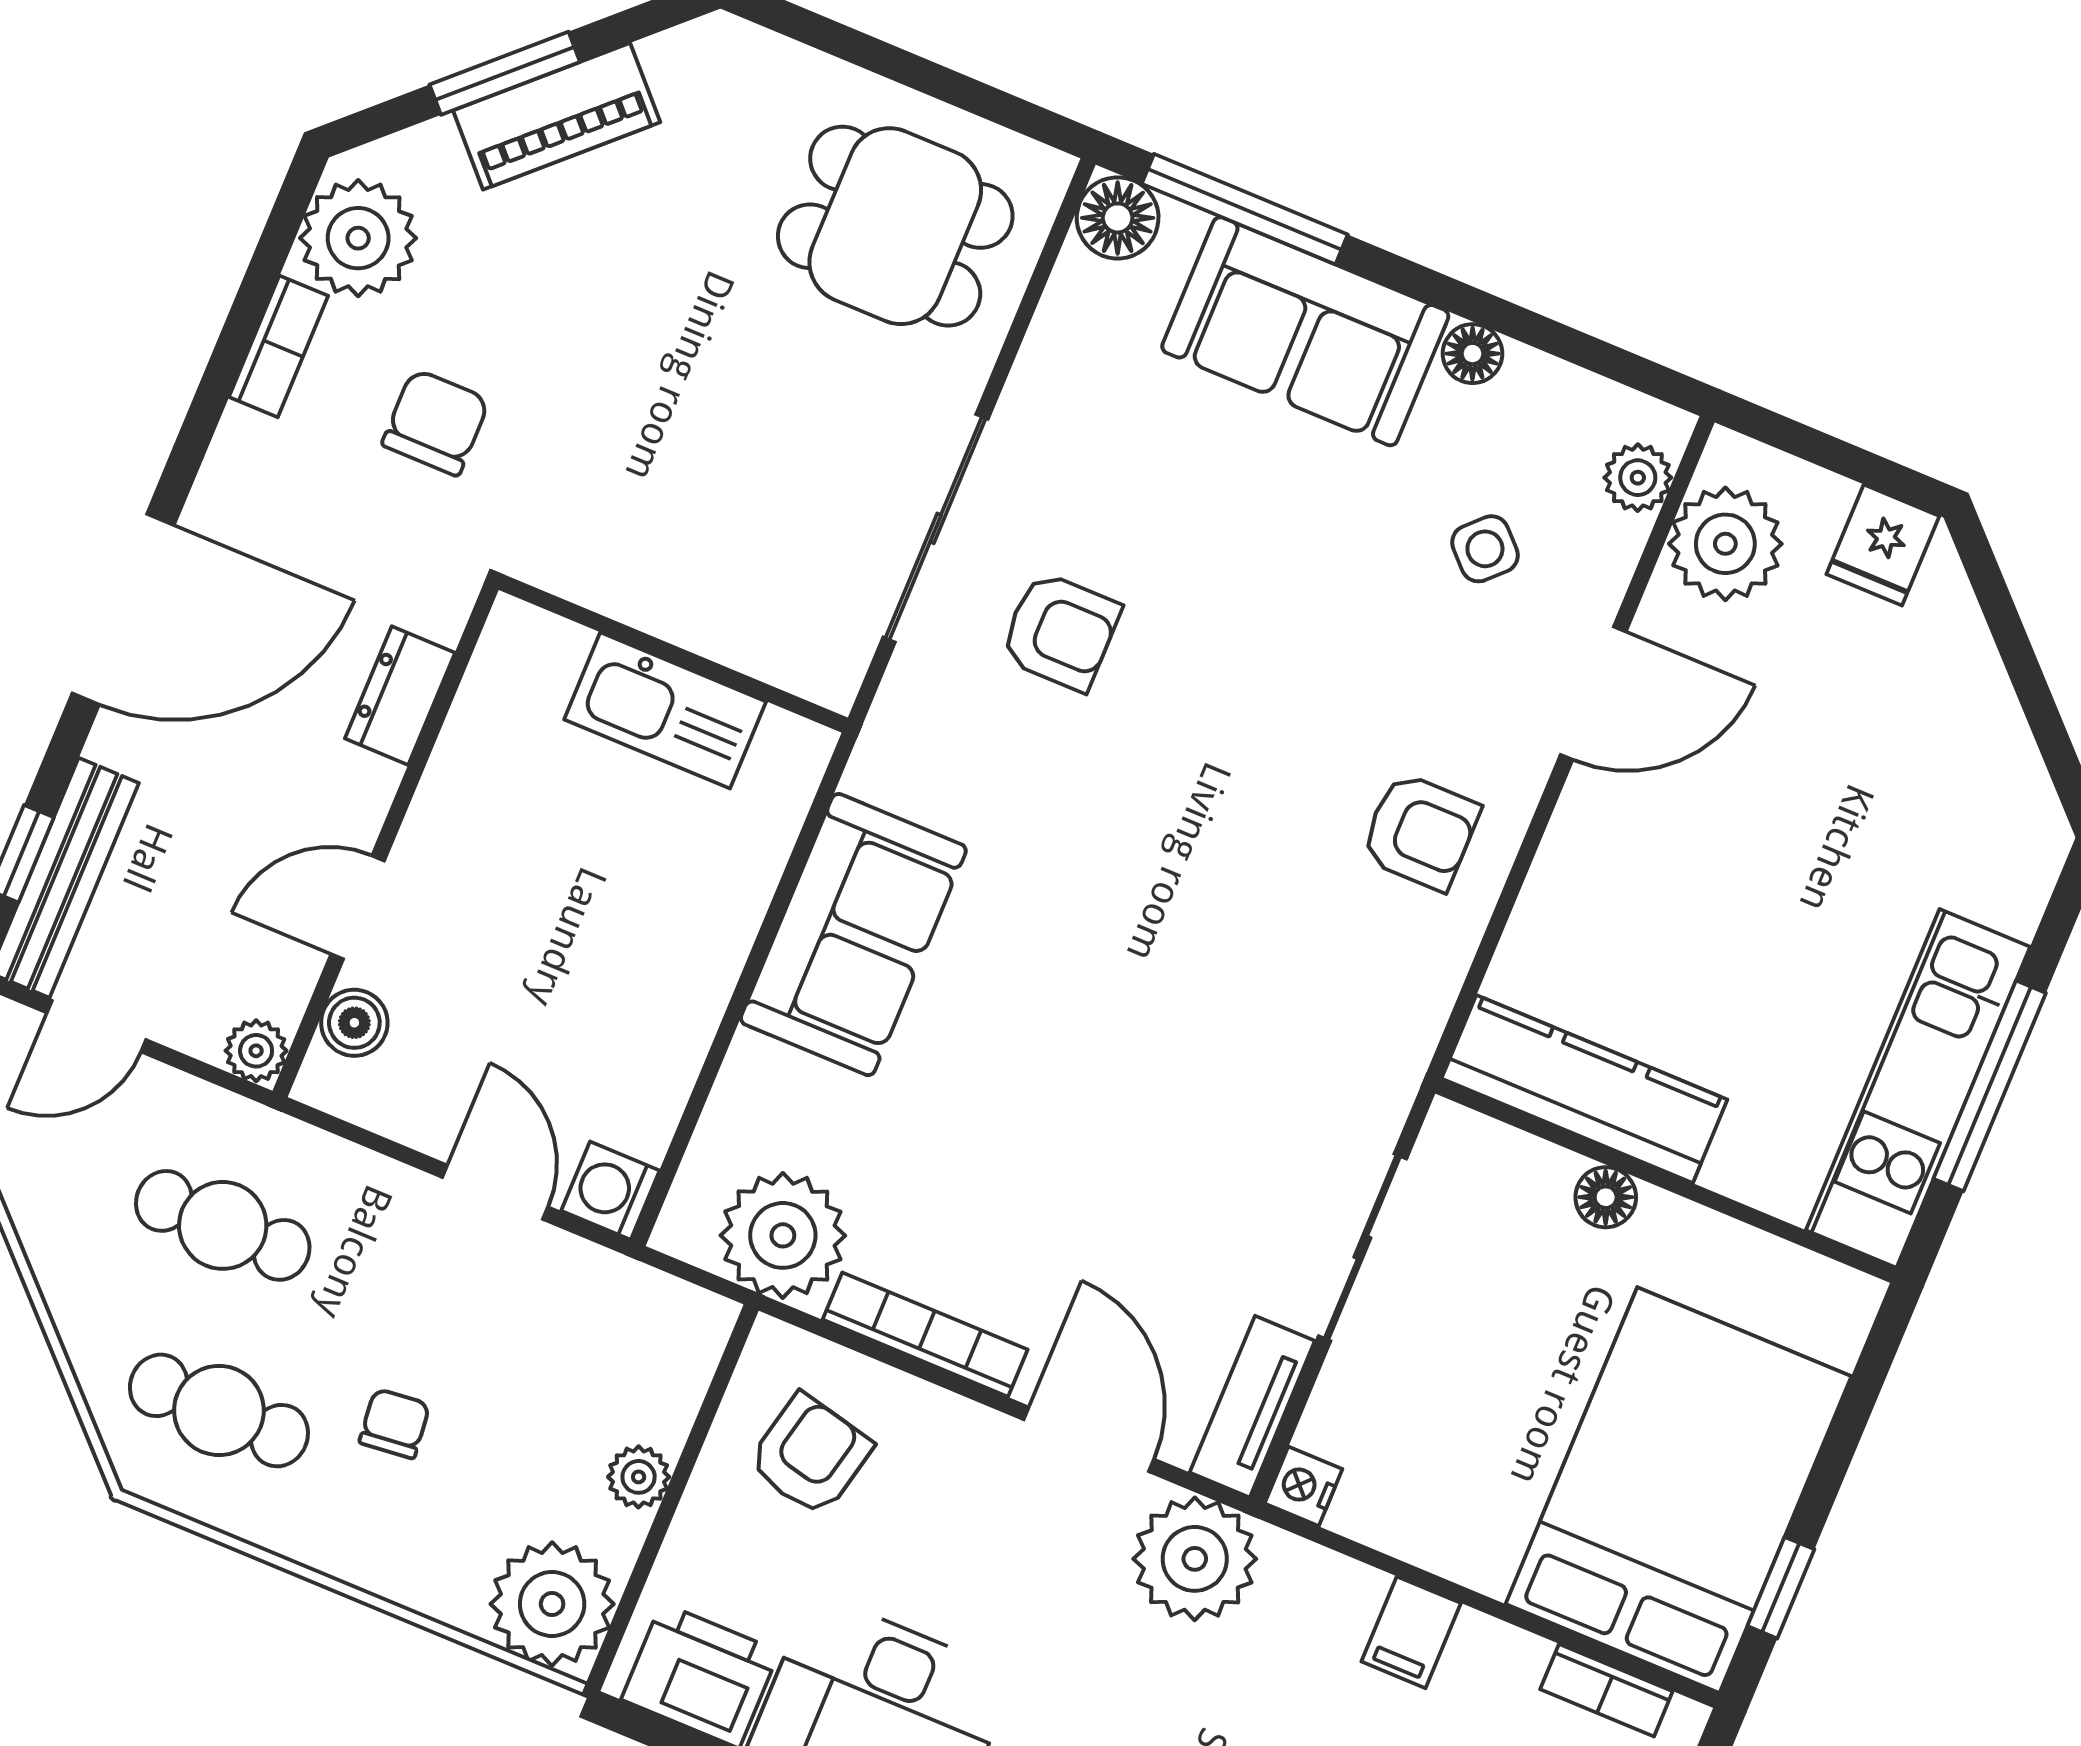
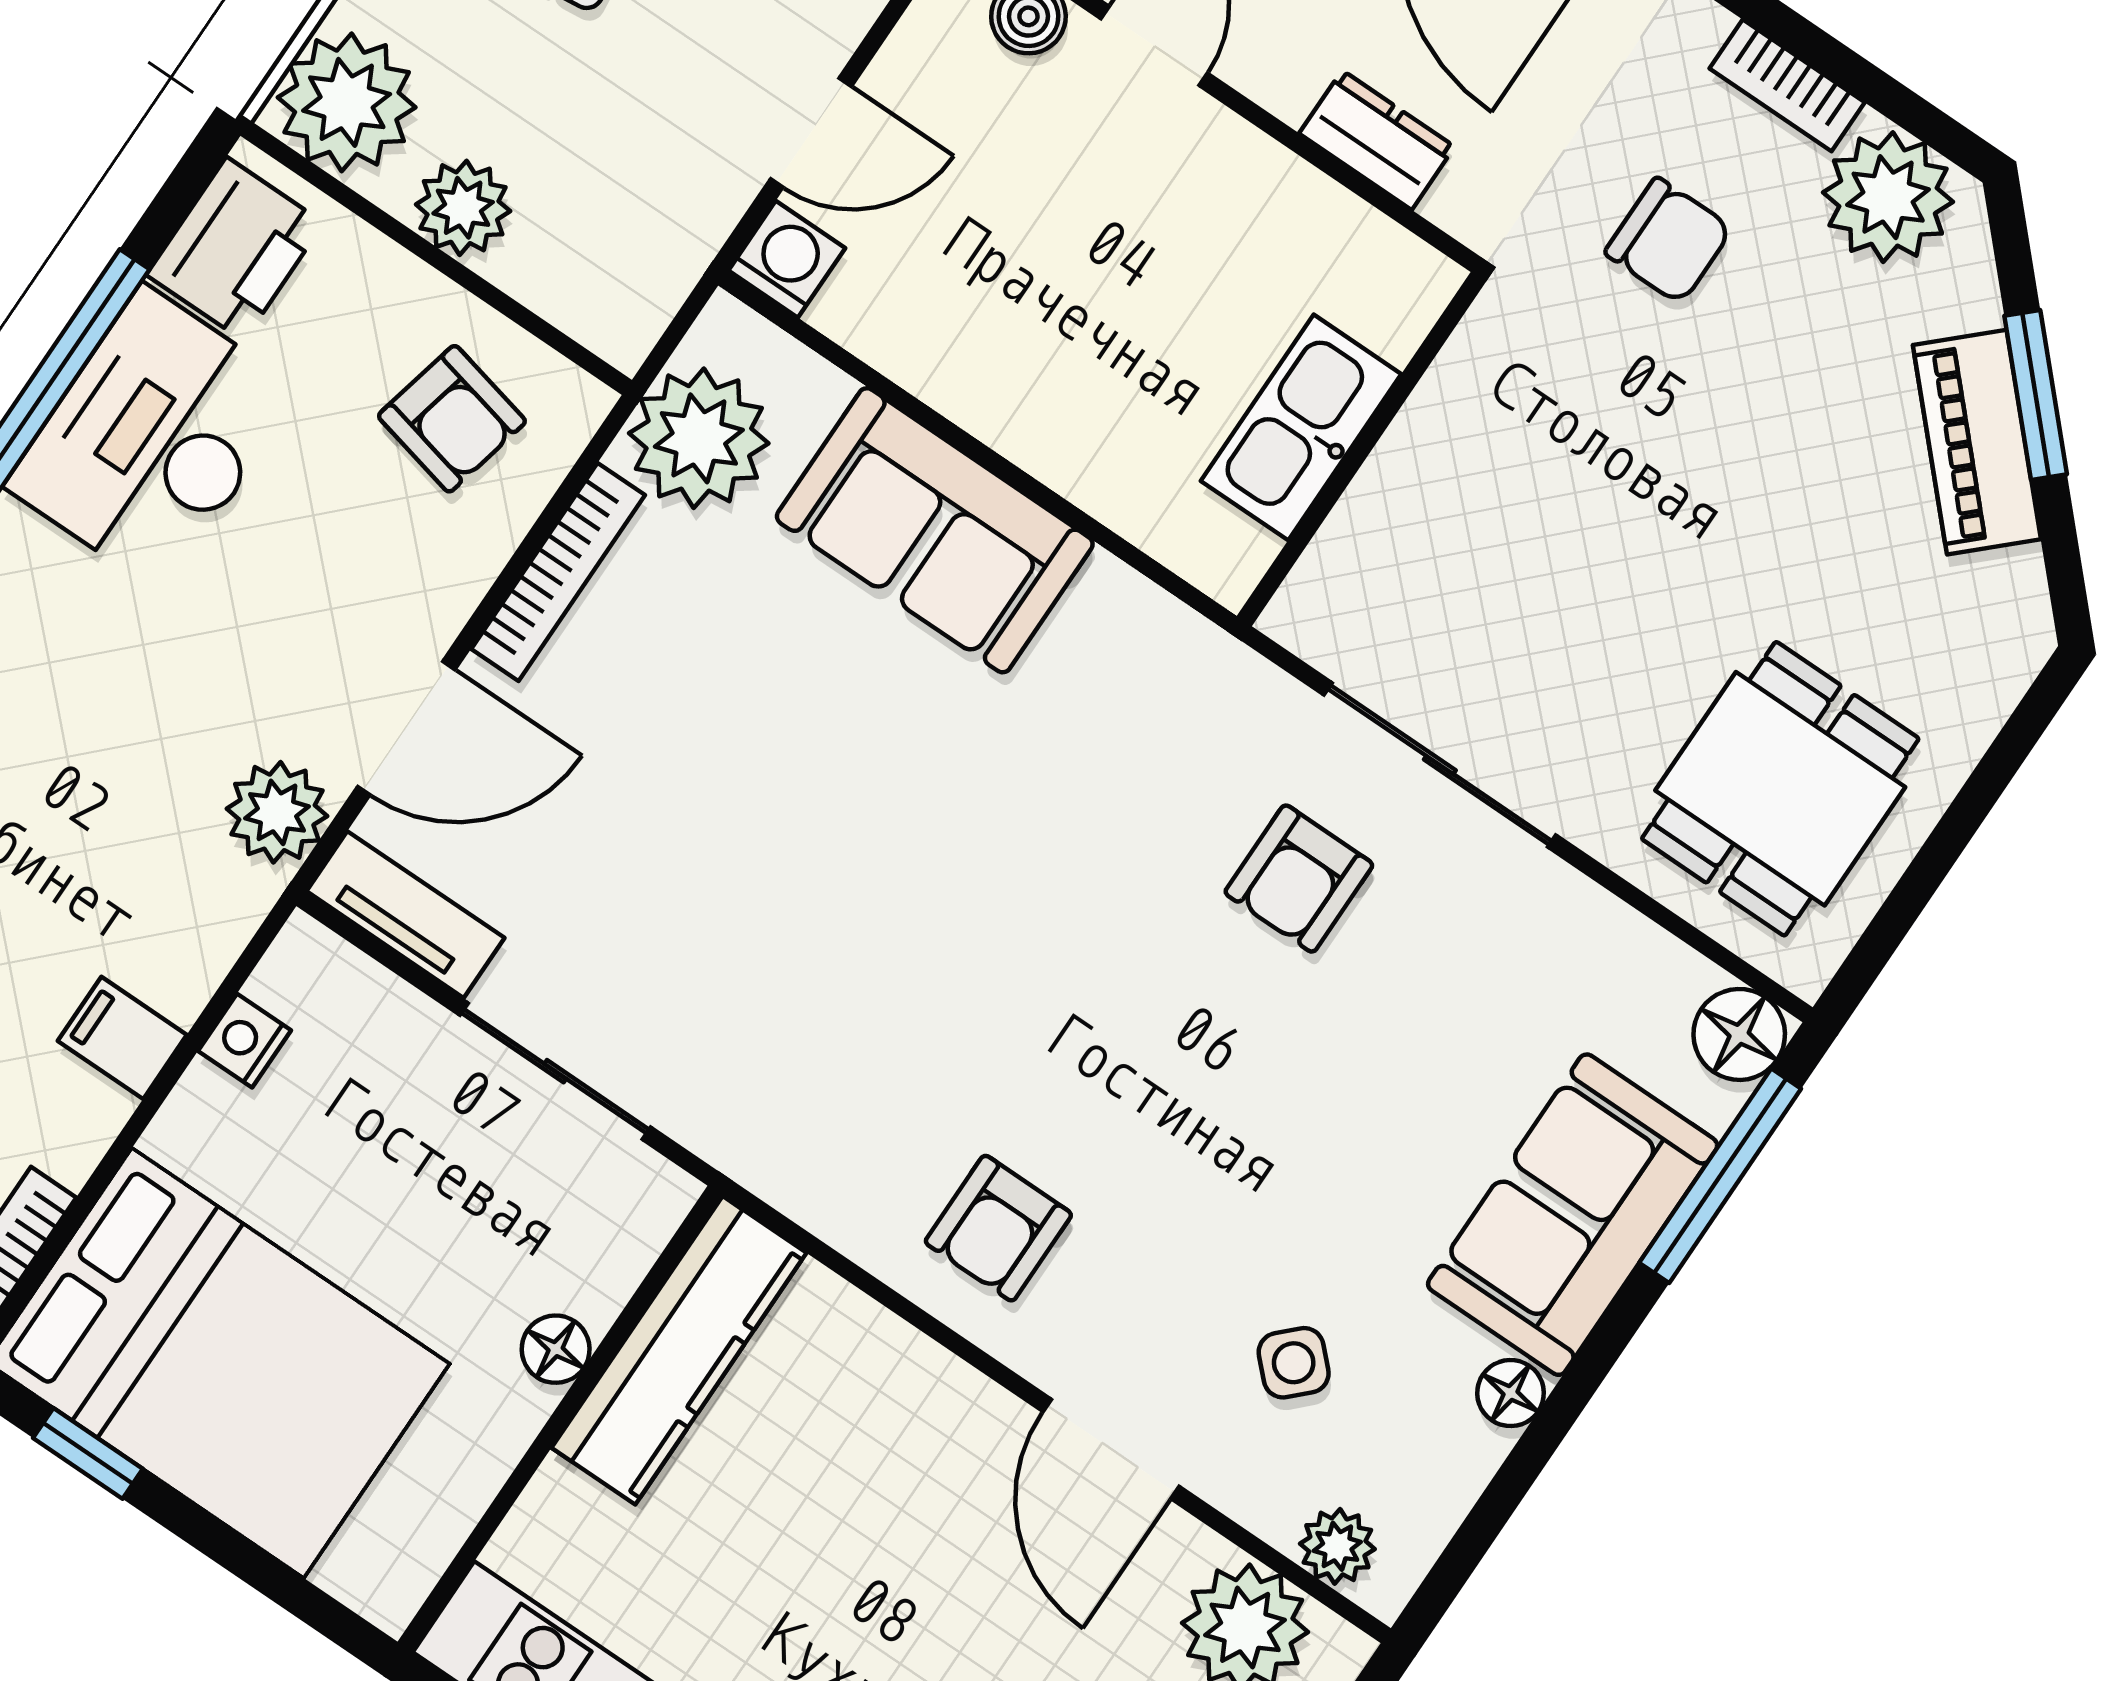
sofa: (853, 935) -> (935, 530), moved
plant: (639, 1477) -> (463, 208), width x1.38, depth x1.38
nightstand: (1303, 1486) -> (244, 1041), moved, turned -90
plant: (1195, 1559) -> (277, 812), width x0.73, depth x0.73

